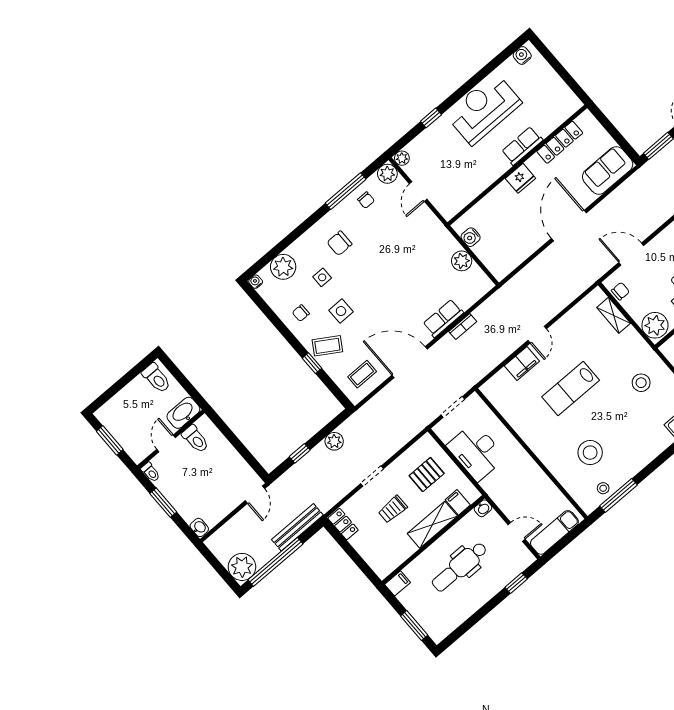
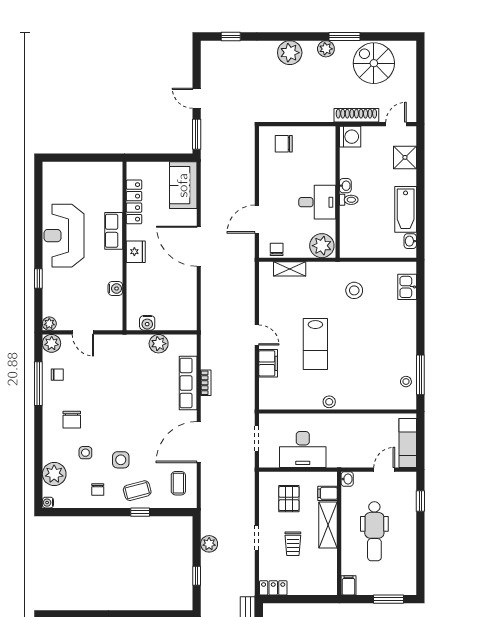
water cooler: (522, 55) -> (115, 289), moved, turned 180
row of seats: (443, 318) -> (188, 383), width x1.48
coffee table: (327, 346) -> (137, 491), turned 43
stool: (590, 453) -> (329, 402), moved, width x0.53, depth x0.53

